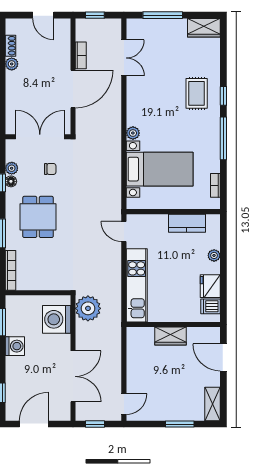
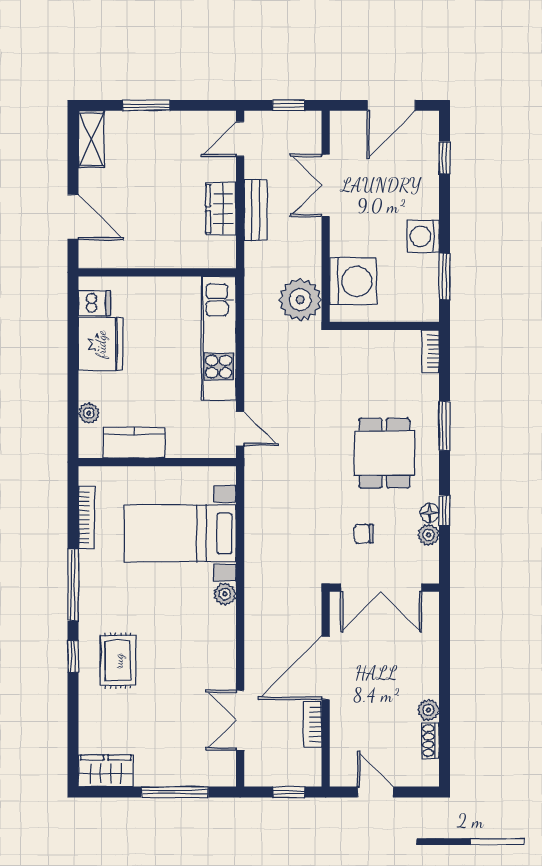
bookcase: (215, 185) -> (86, 517), width x1.56
plant: (214, 255) -> (89, 413), moved
bookcase: (10, 270) -> (431, 351), width x0.64
fridge: (210, 286) -> (101, 344), width x1.36, depth x1.34
wardrobe: (170, 336) -> (221, 209), moved, turned -90
bench: (115, 362) -> (256, 210), added
double door: (73, 376) -> (326, 185), width x0.73

